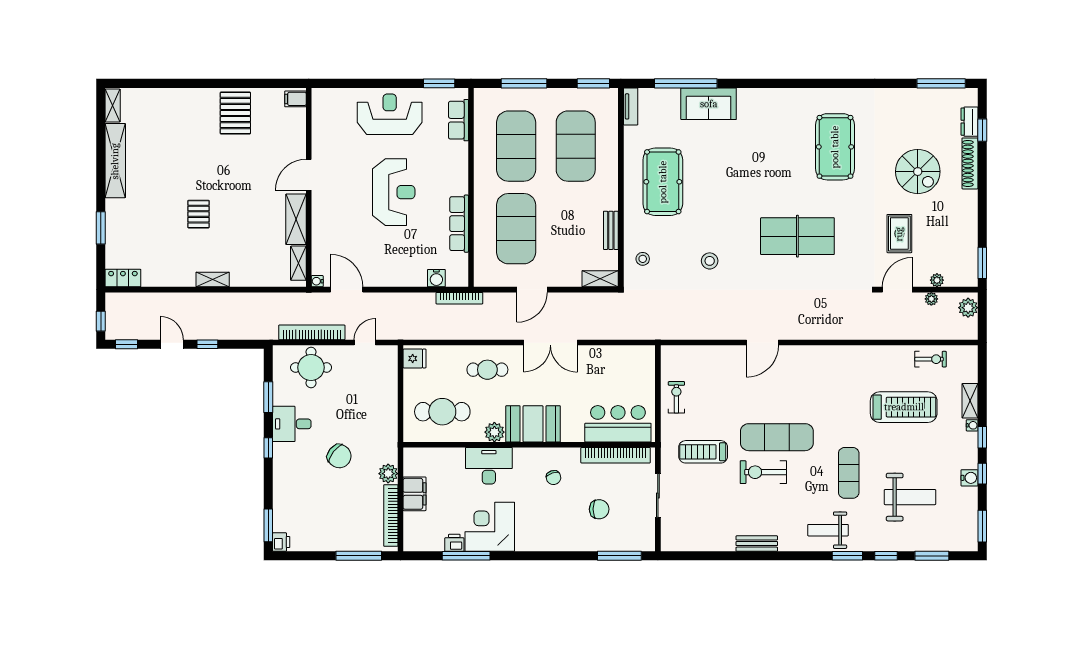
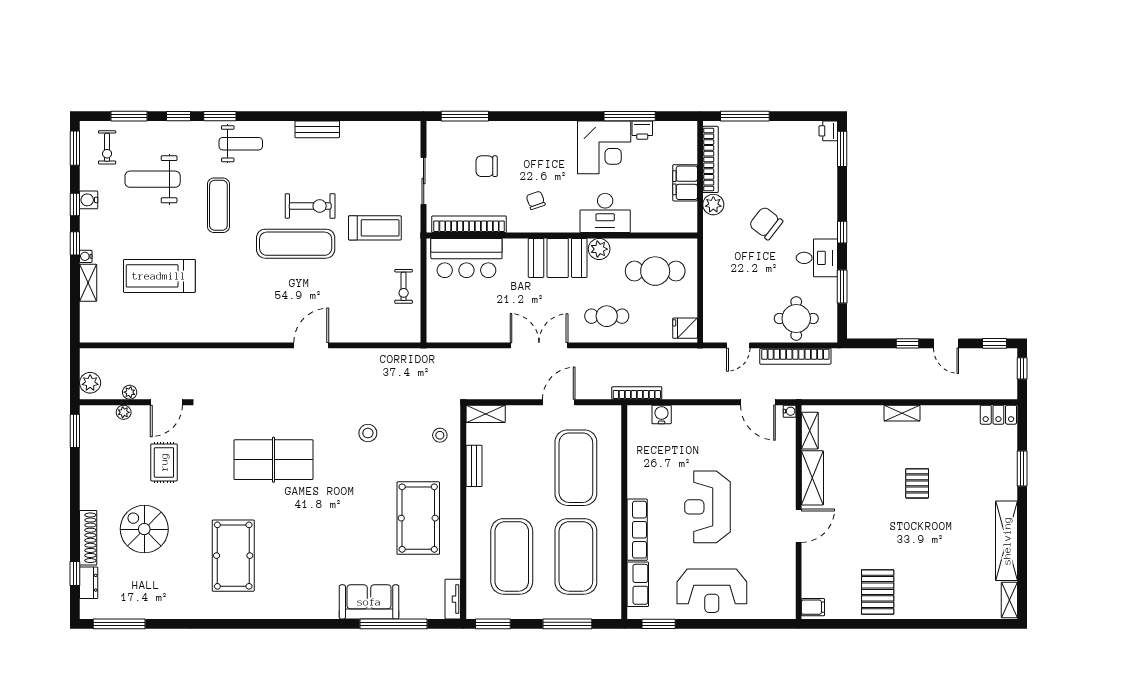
row of seats: (459, 224) -> (637, 530), moved
exercise bike: (931, 359) -> (107, 147), moved, turned -90

